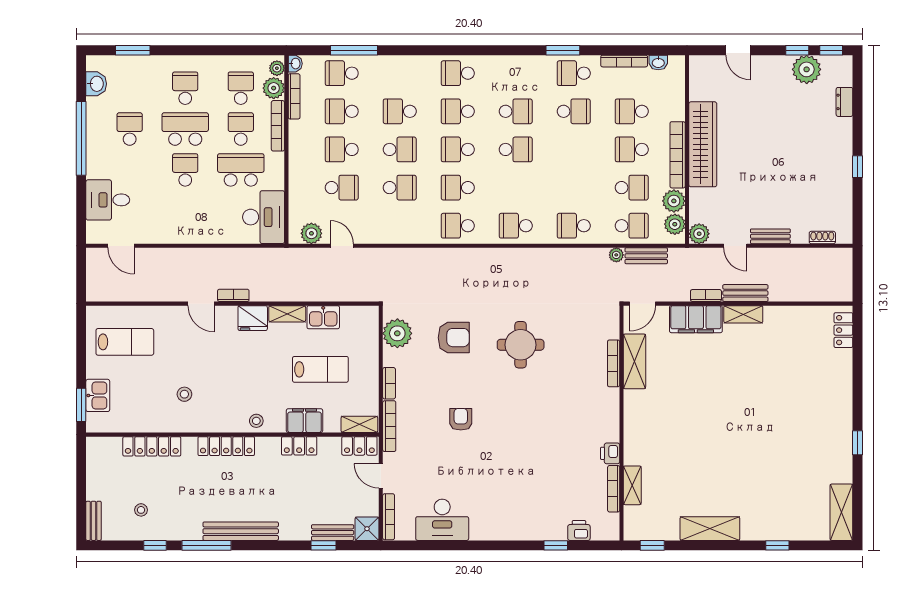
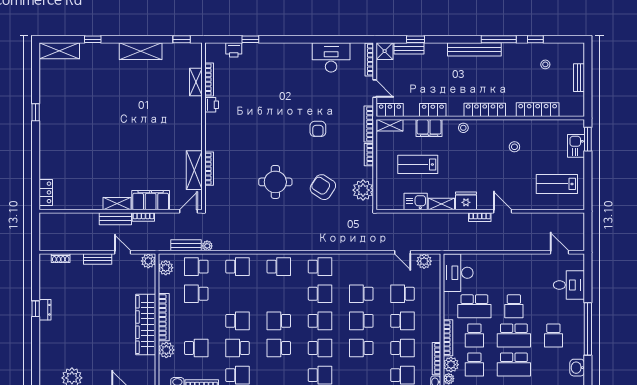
school desk: (185, 88) -> (514, 364), width x1.85
dresser: (844, 102) -> (45, 310), moved
school desk: (400, 111) -> (361, 348), turned 180
school desk: (632, 149) -> (238, 321), moved
plant: (674, 201) -> (166, 350), moved
armchair: (454, 338) -> (323, 187), turned 33
shelving: (841, 512) -> (59, 51), moved, turned 90
bench: (94, 521) -> (579, 78), moved

